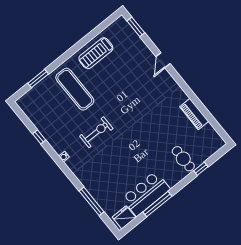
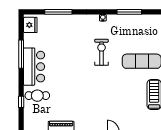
exercise bike: (96, 132) -> (102, 52), turned 180
window: (39, 137) -> (129, 12), width x2.17
bar counter: (146, 194) -> (34, 67), moved

